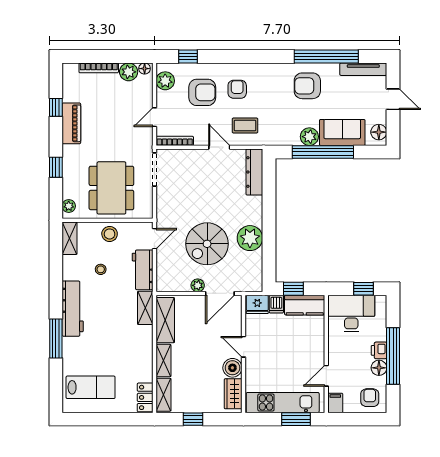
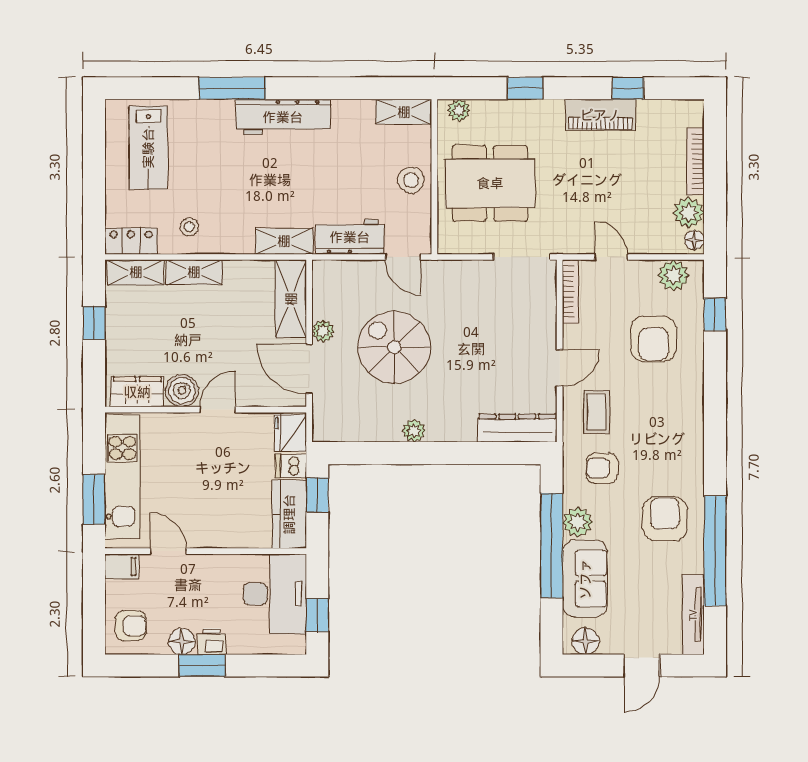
armchair: (237, 89) -> (602, 468), moved, turned 180
plant: (250, 238) -> (414, 431), width x0.53, depth x0.53
stool: (101, 269) -> (189, 227), moved
shelving: (165, 320) -> (291, 299), moved, turned 90
window: (393, 356) -> (202, 666), width x0.47

